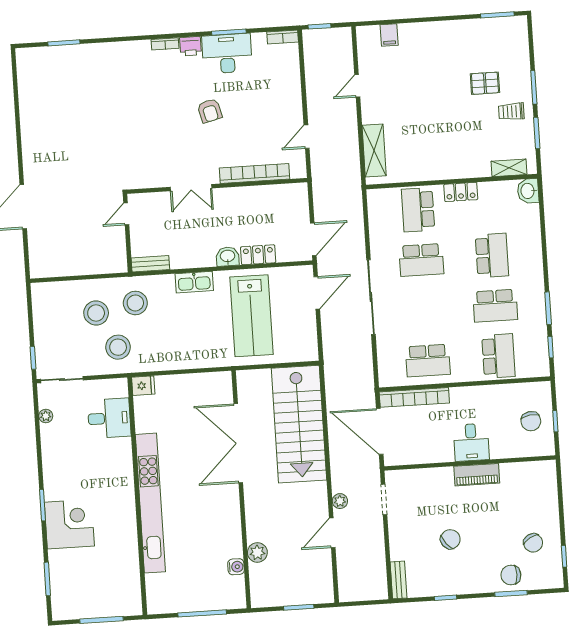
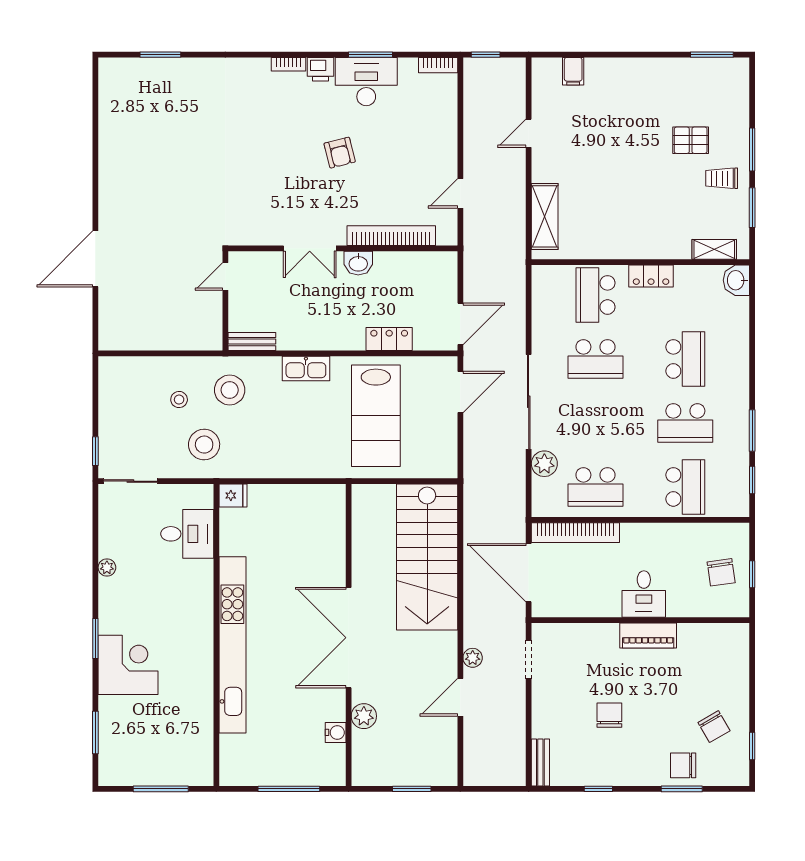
washbasin: (228, 256) -> (358, 263), moved, turned 180
stool: (96, 313) -> (179, 400), width x0.53, depth x0.53
plant: (386, 345) -> (544, 464), added
plant: (46, 416) -> (107, 567), moved
double door: (238, 443) -> (349, 638), moved
chair: (450, 539) -> (609, 715), turned -51

